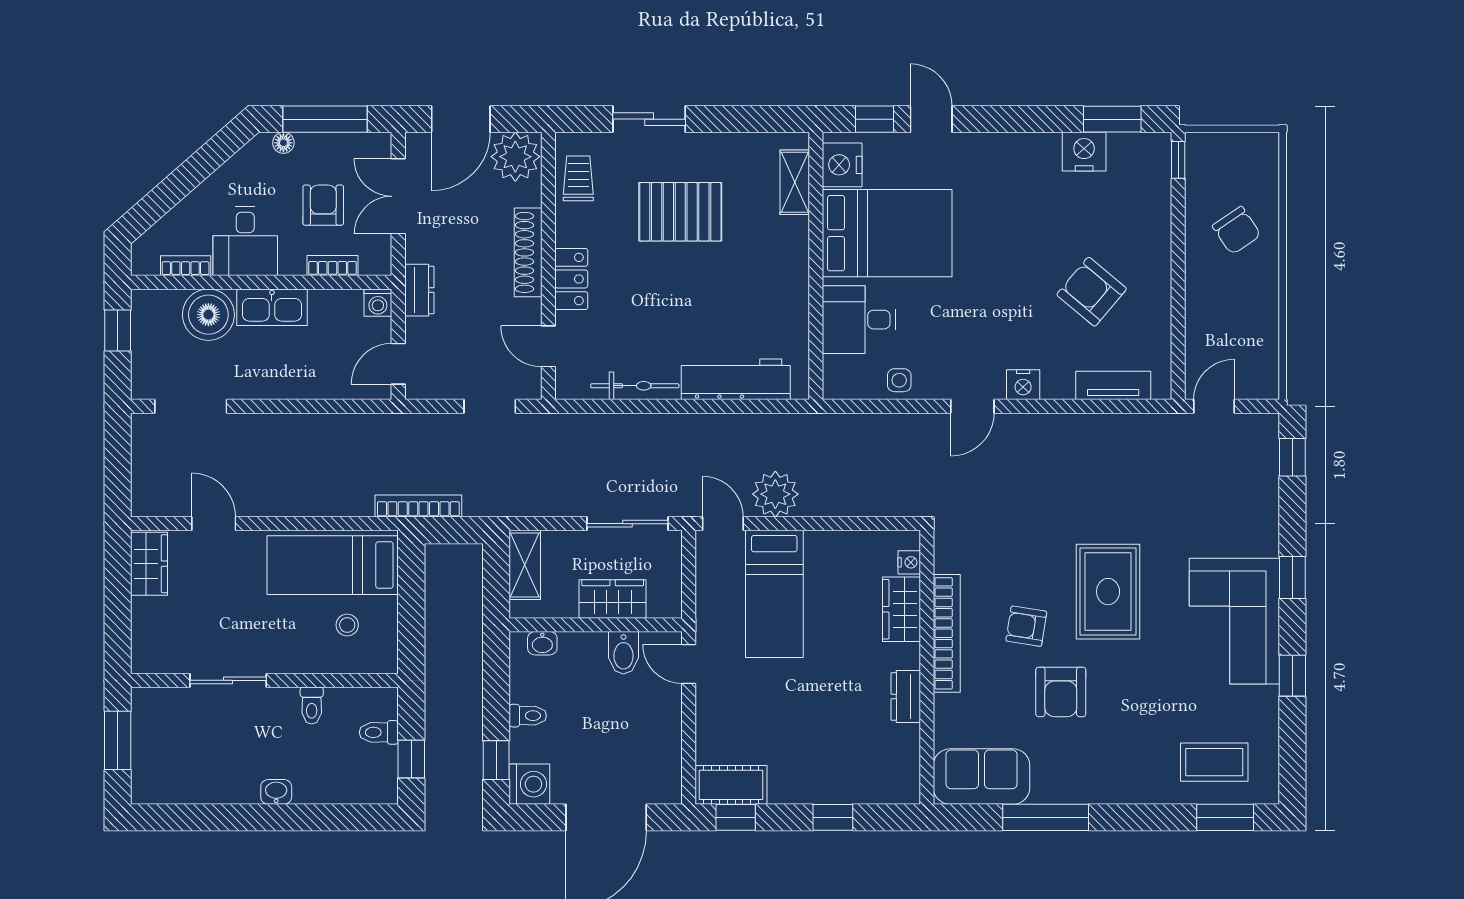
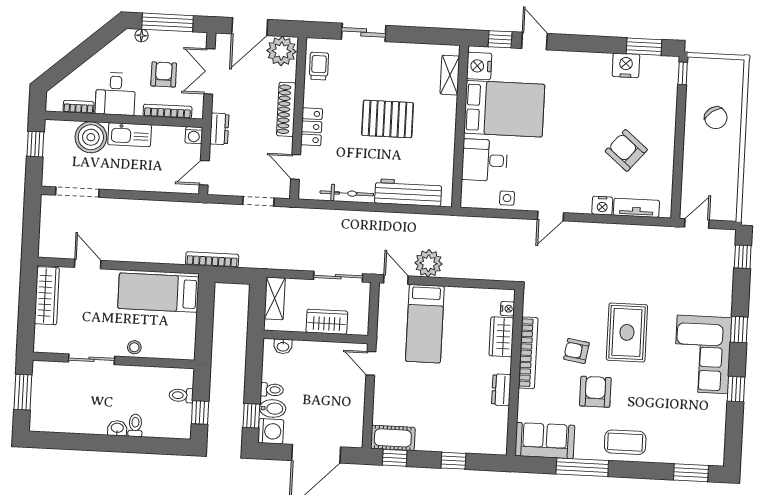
pallet: (680, 212) -> (388, 119), moved
bookcase: (333, 266) -> (167, 111), width x1.56
nightstand: (1023, 385) -> (602, 206), moved
wardrobe: (149, 564) -> (47, 296), width x1.50
stool: (347, 625) -> (134, 347), moved
bidet: (623, 653) -> (273, 408), moved, turned -90
armchair: (1061, 692) -> (595, 392), turned 180
toilet: (312, 706) -> (135, 425), moved, turned 180
coffee table: (1214, 762) -> (625, 442), moved

